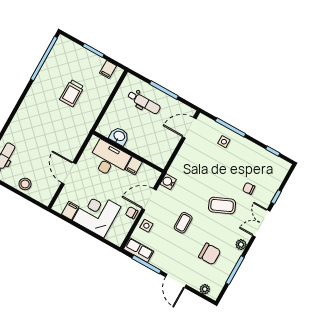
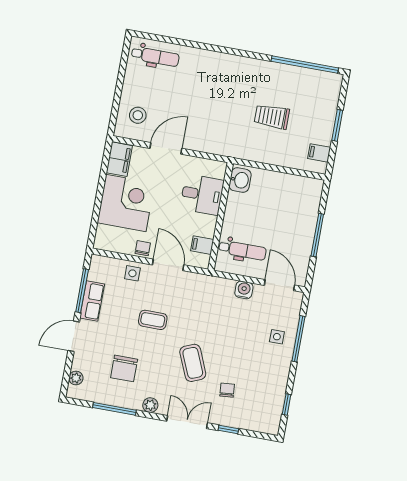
dental chair: (144, 102) -> (242, 250), moved, turned -90
washbasin: (119, 136) -> (240, 180), moved
desk: (109, 159) -> (202, 195), width x0.73
filing cabinet: (134, 166) -> (202, 245), moved
water cooler: (168, 182) -> (244, 290), moved
stool: (25, 184) -> (138, 115), moved
filing cabinet: (70, 211) -> (119, 159), width x2.00
row of seats: (139, 250) -> (92, 301), moved

